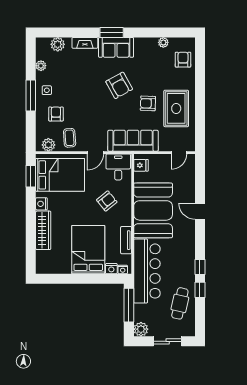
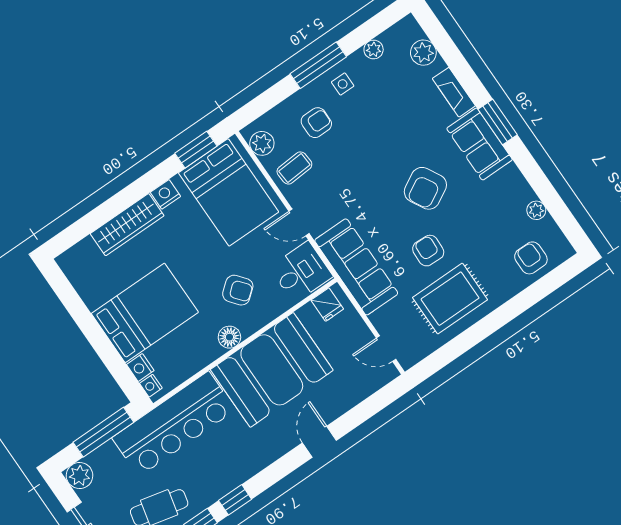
armchair: (183, 60) -> (531, 258), turned -90
floor lamp: (125, 219) -> (229, 337), added
tv unit: (126, 240) -> (199, 360), removed

